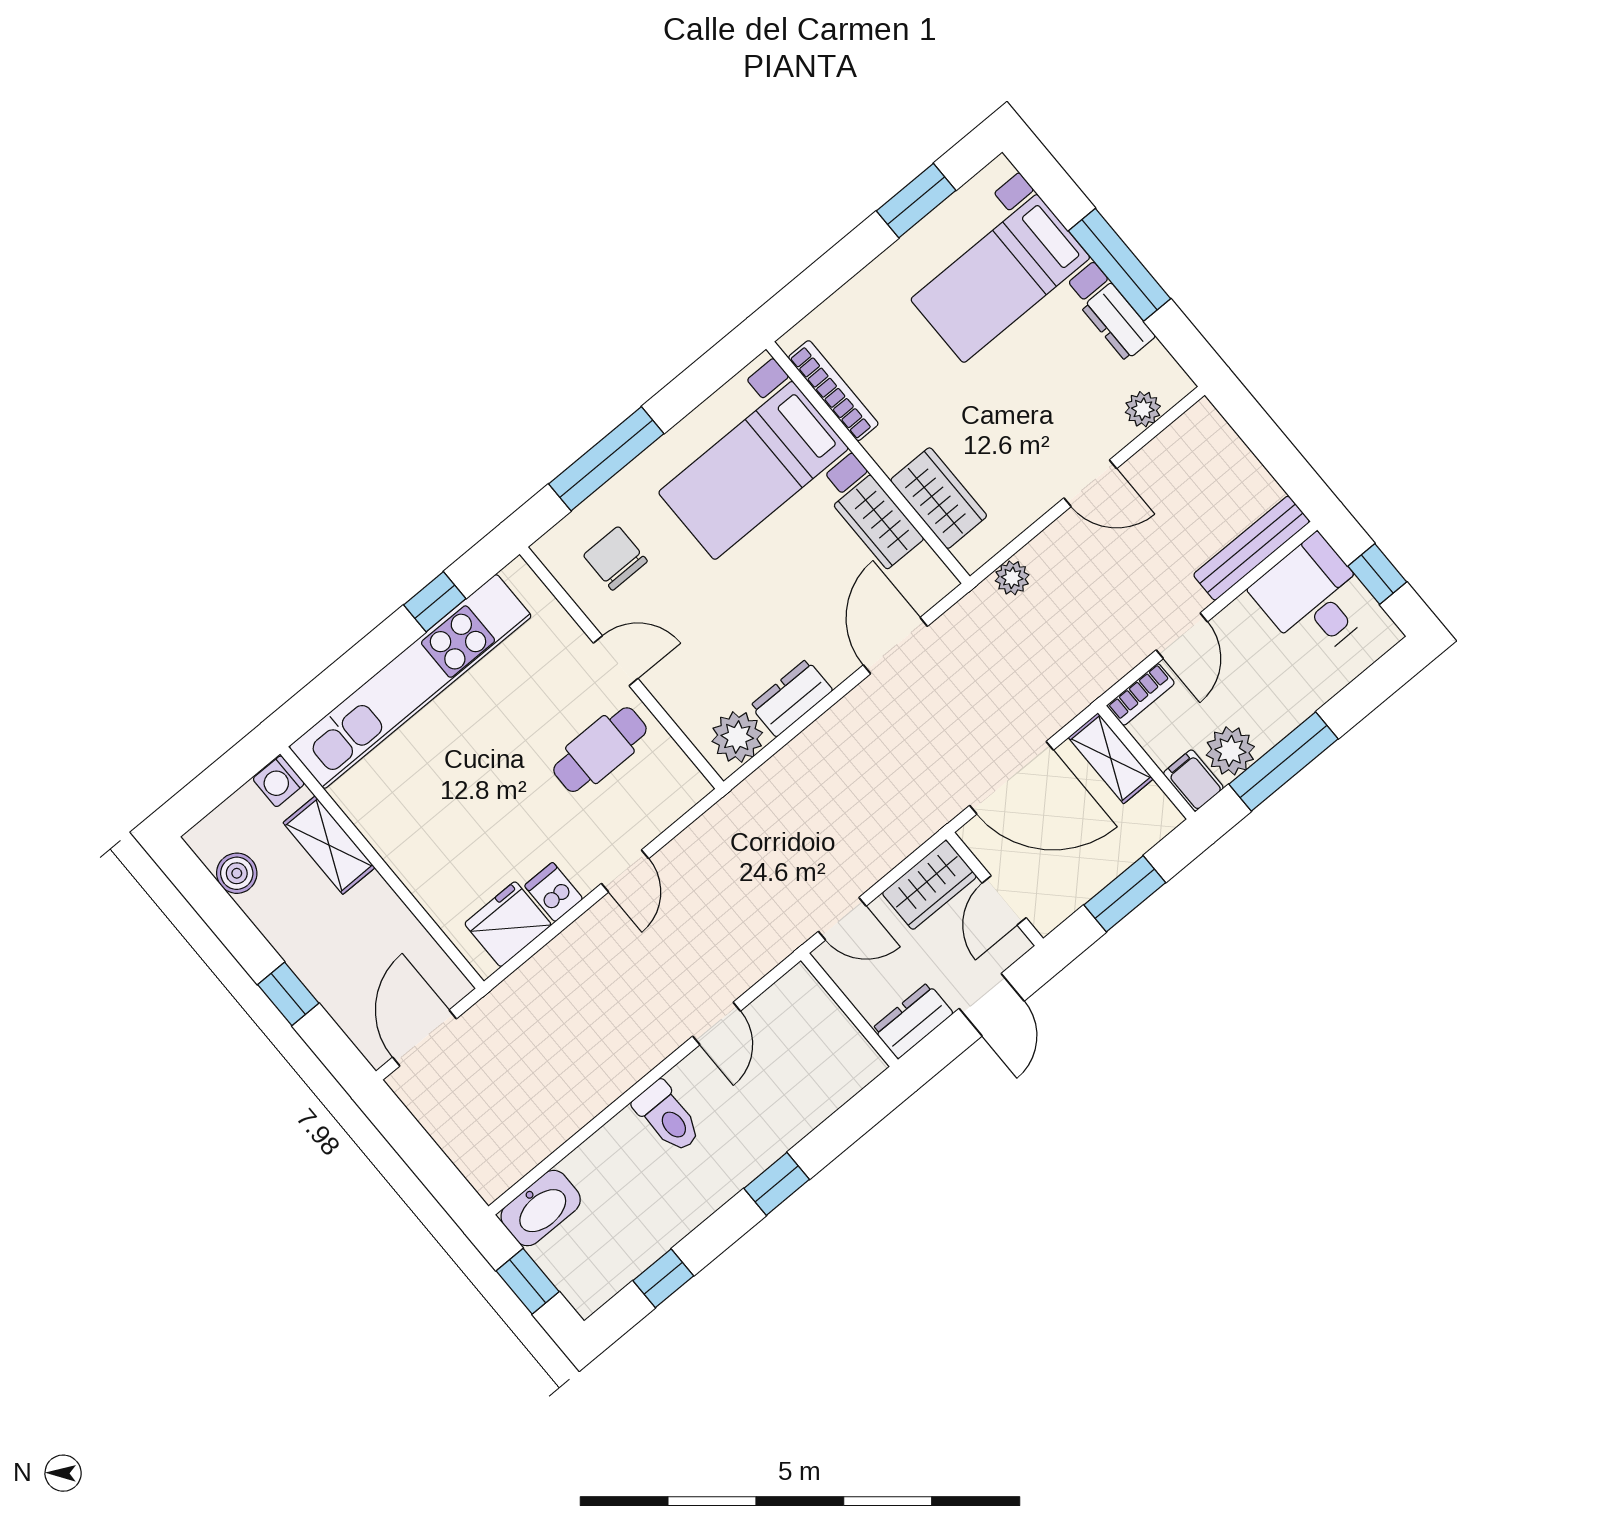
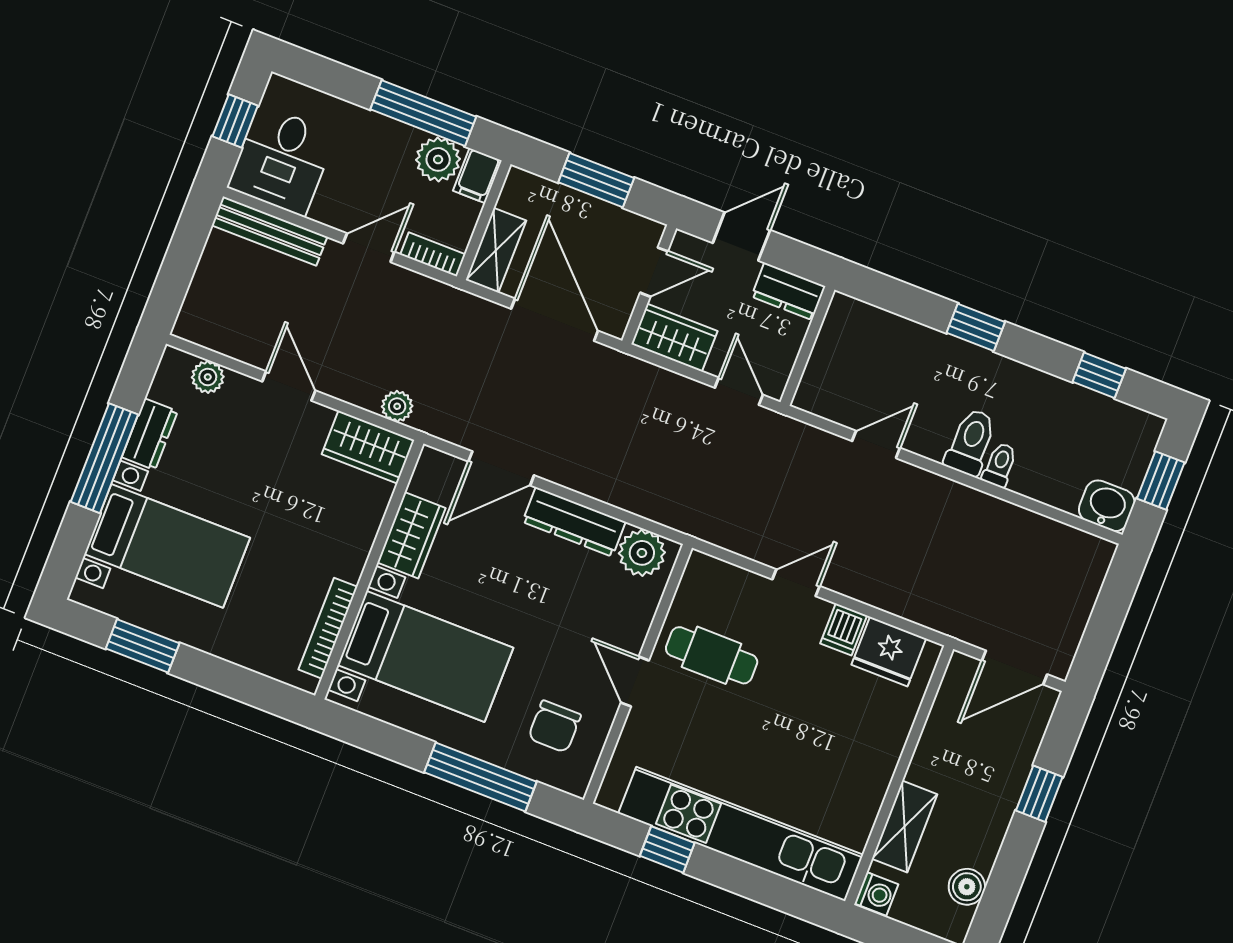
wardrobe: (939, 498) -> (368, 447), moved, turned -90
dresser: (792, 698) -> (574, 522), width x1.44
toilet: (630, 1133) -> (1000, 465), added
washbasin: (541, 1208) -> (1107, 506), width x0.72

